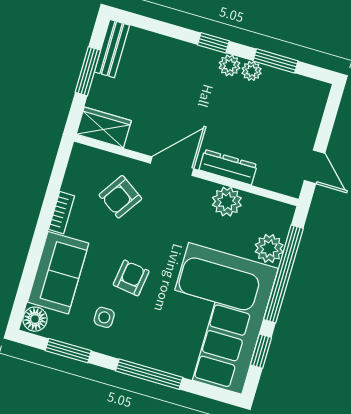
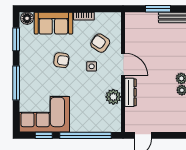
wardrobe: (104, 127) -> (132, 25), removed
plant: (269, 248) -> (96, 125), removed
side table: (104, 317) -> (92, 66), moved
corner sofa: (215, 318) -> (44, 114), width x0.73, depth x0.74

